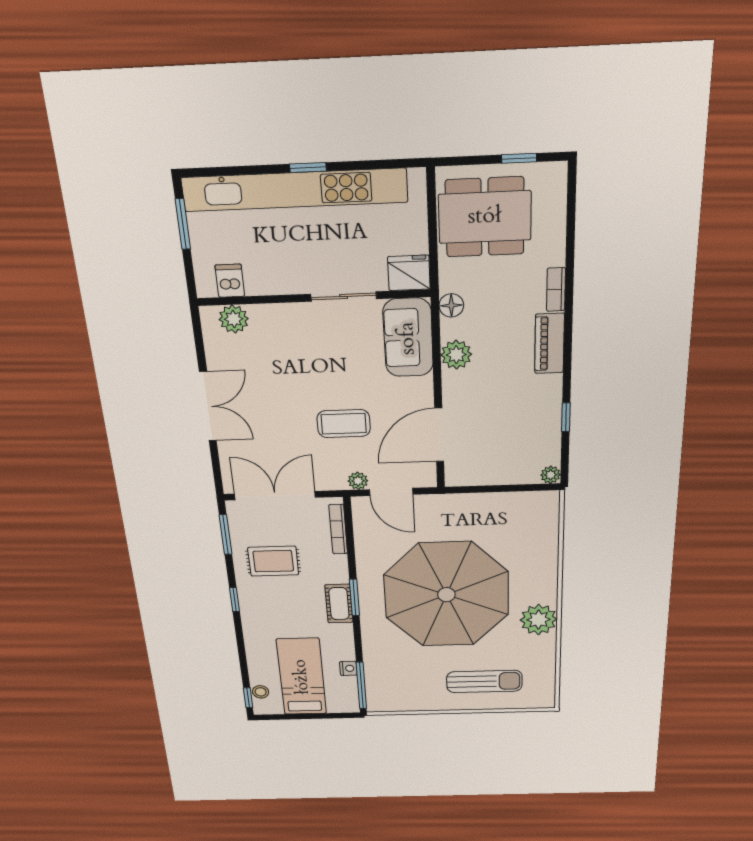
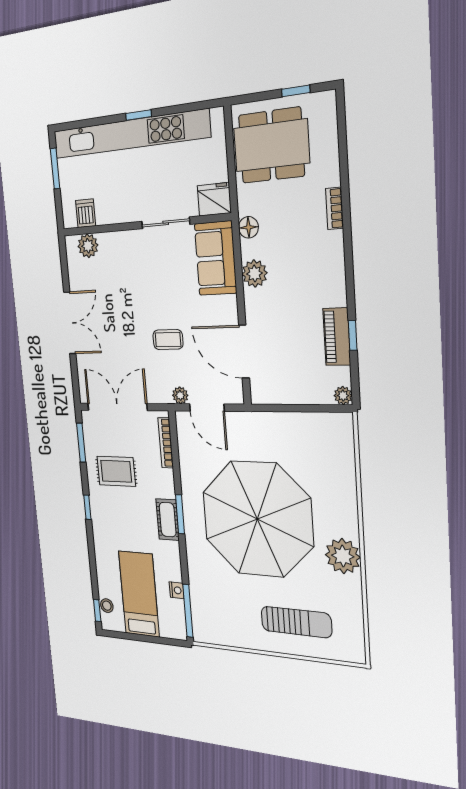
piano: (549, 344) -> (337, 337), moved
coffee table: (344, 424) -> (168, 340), width x0.73, depth x0.77
door: (439, 435) -> (244, 352), hinge flipped

